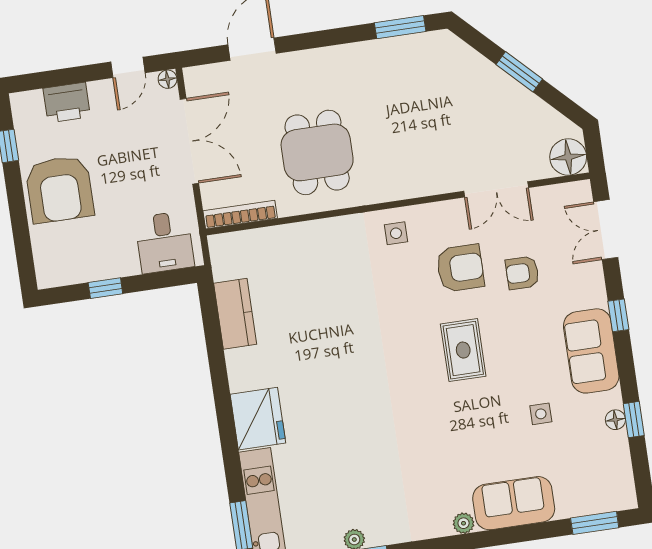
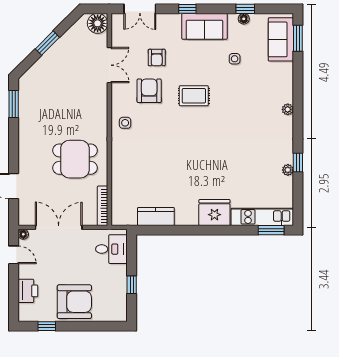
sofa: (514, 503) -> (281, 39), moved

